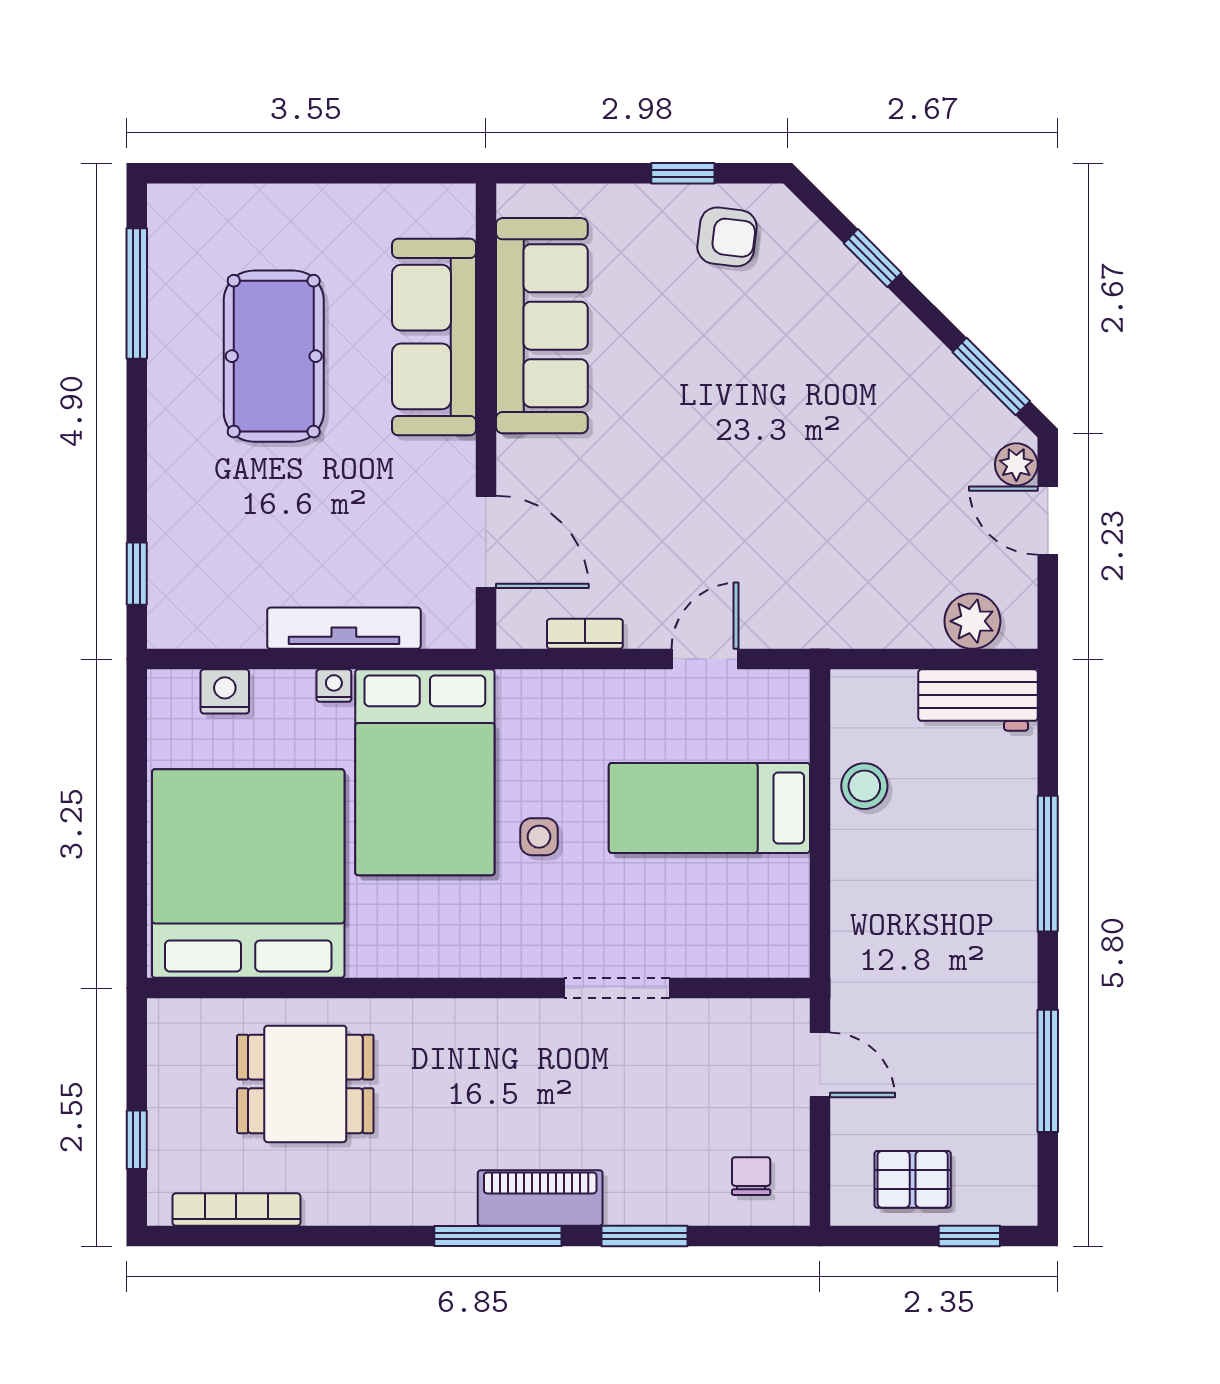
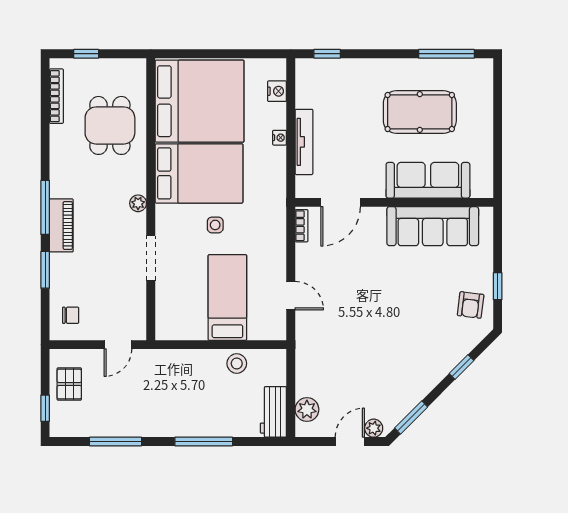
bookcase: (585, 634) -> (302, 226), moved
bed: (425, 772) -> (199, 173), moved, turned 180
plant: (488, 1018) -> (138, 203), added

